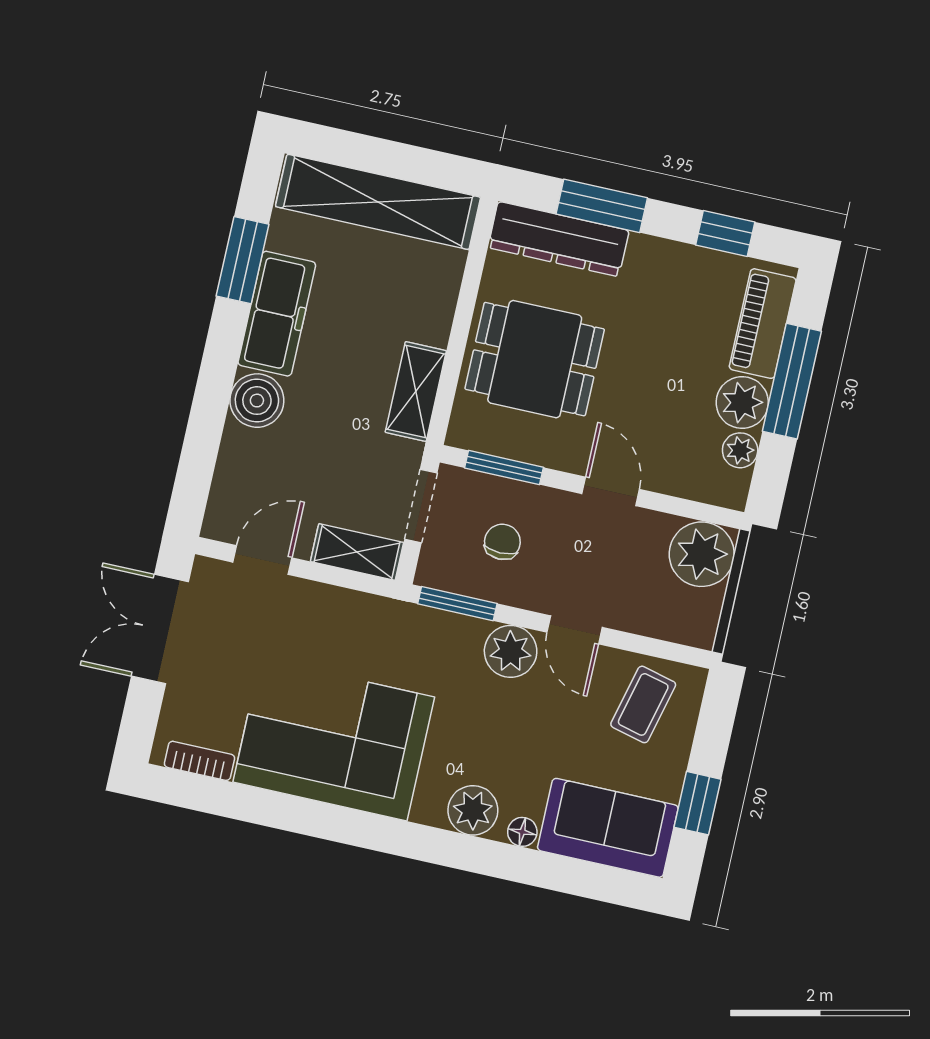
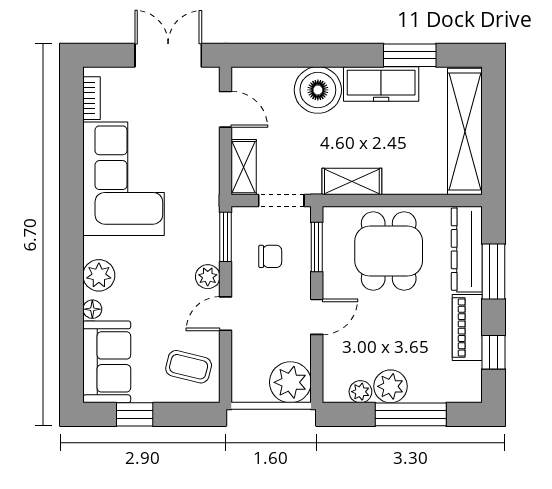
piano: (763, 324) -> (467, 328), moved, turned -90
boiler: (257, 401) -> (318, 90), width x1.37, depth x1.37
plant: (511, 651) -> (208, 277), width x0.73, depth x0.73

